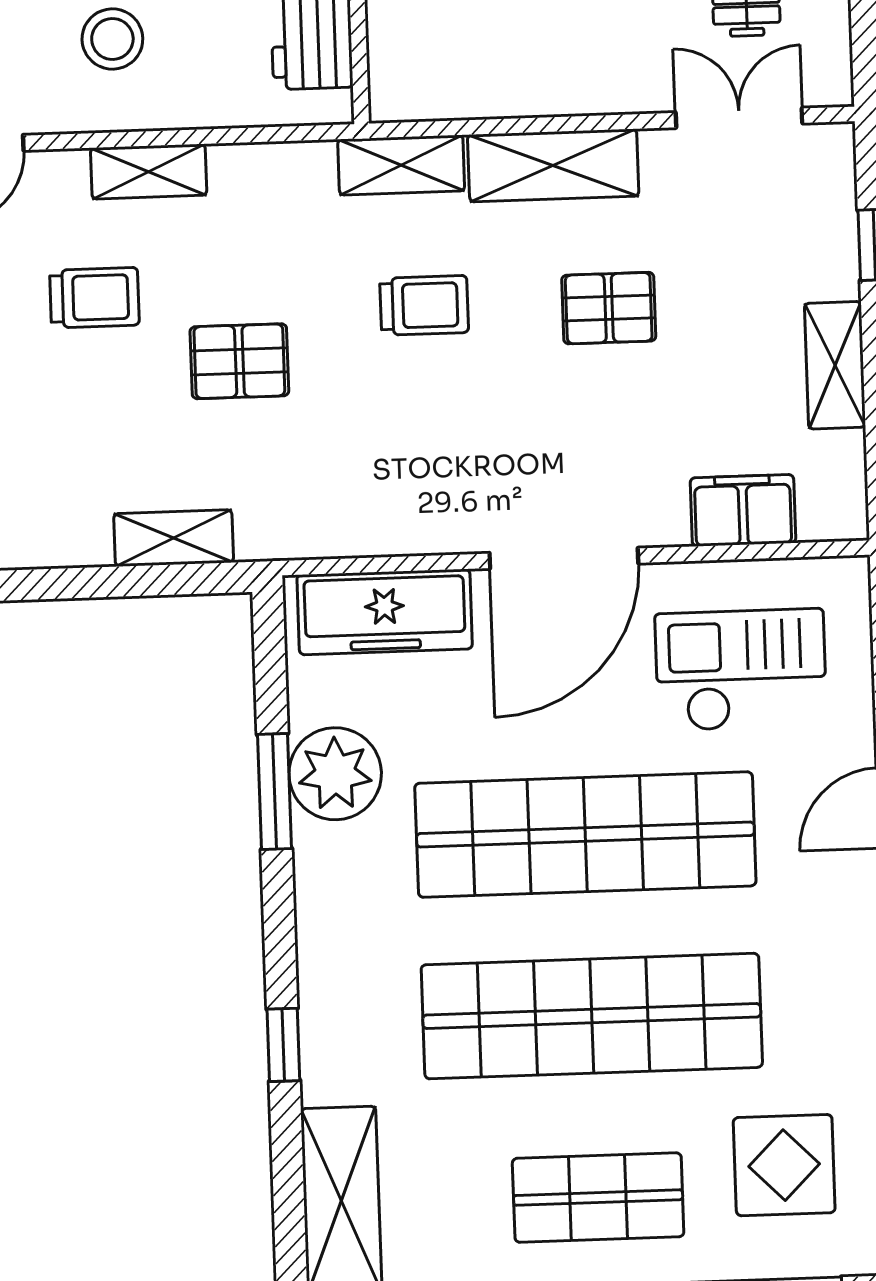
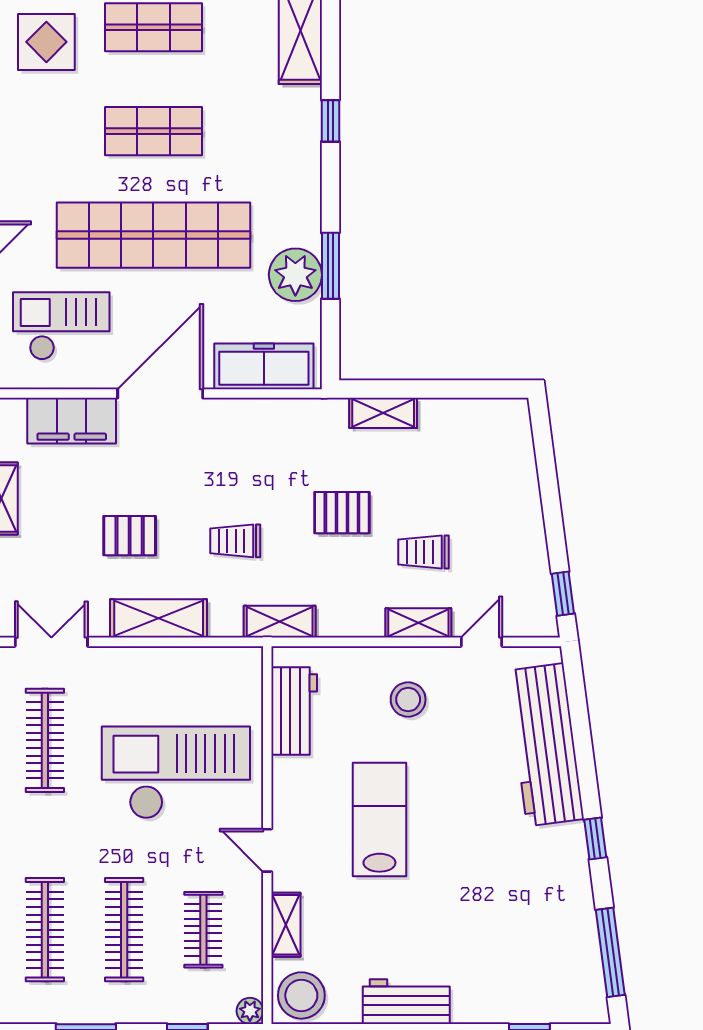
double door: (739, 118) -> (51, 642), swing flipped
shelving: (401, 165) -> (280, 622), moved
shelving: (149, 172) -> (418, 623), moved
filing cabinet: (743, 510) -> (72, 421), width x1.50, depth x1.17
checkout: (741, 670) -> (61, 326), turned 180
shop shelf: (592, 1016) -> (153, 131), width x0.50, depth x0.74

